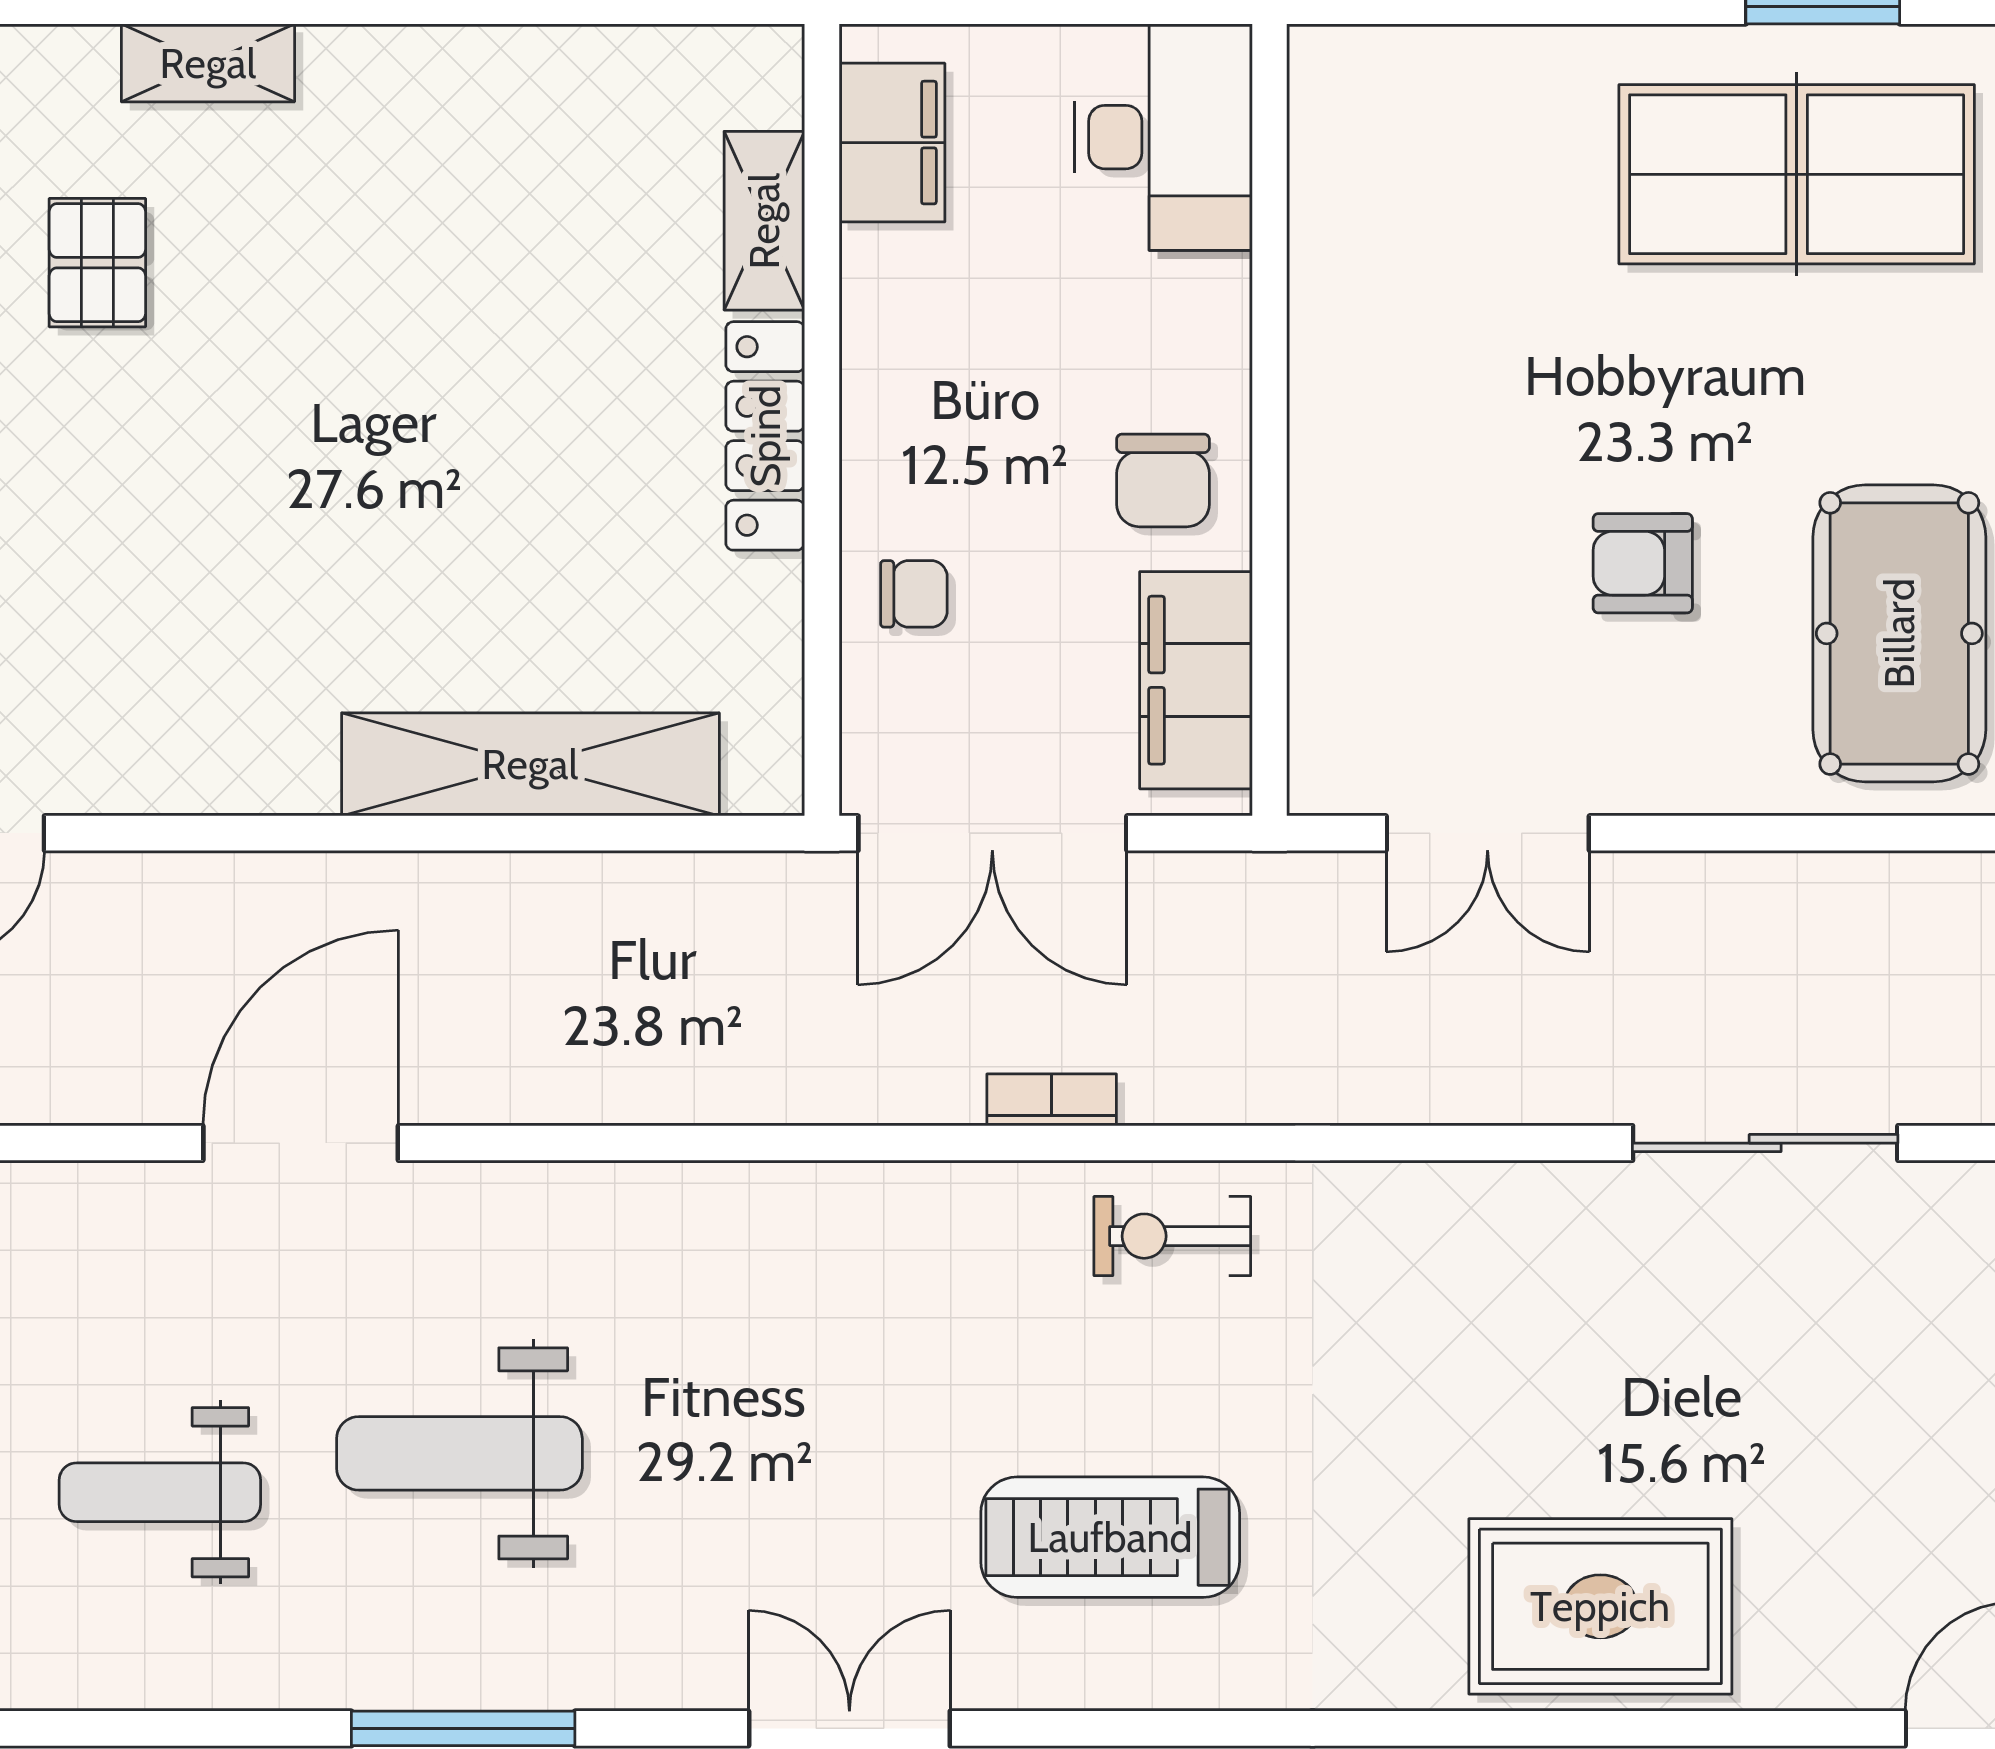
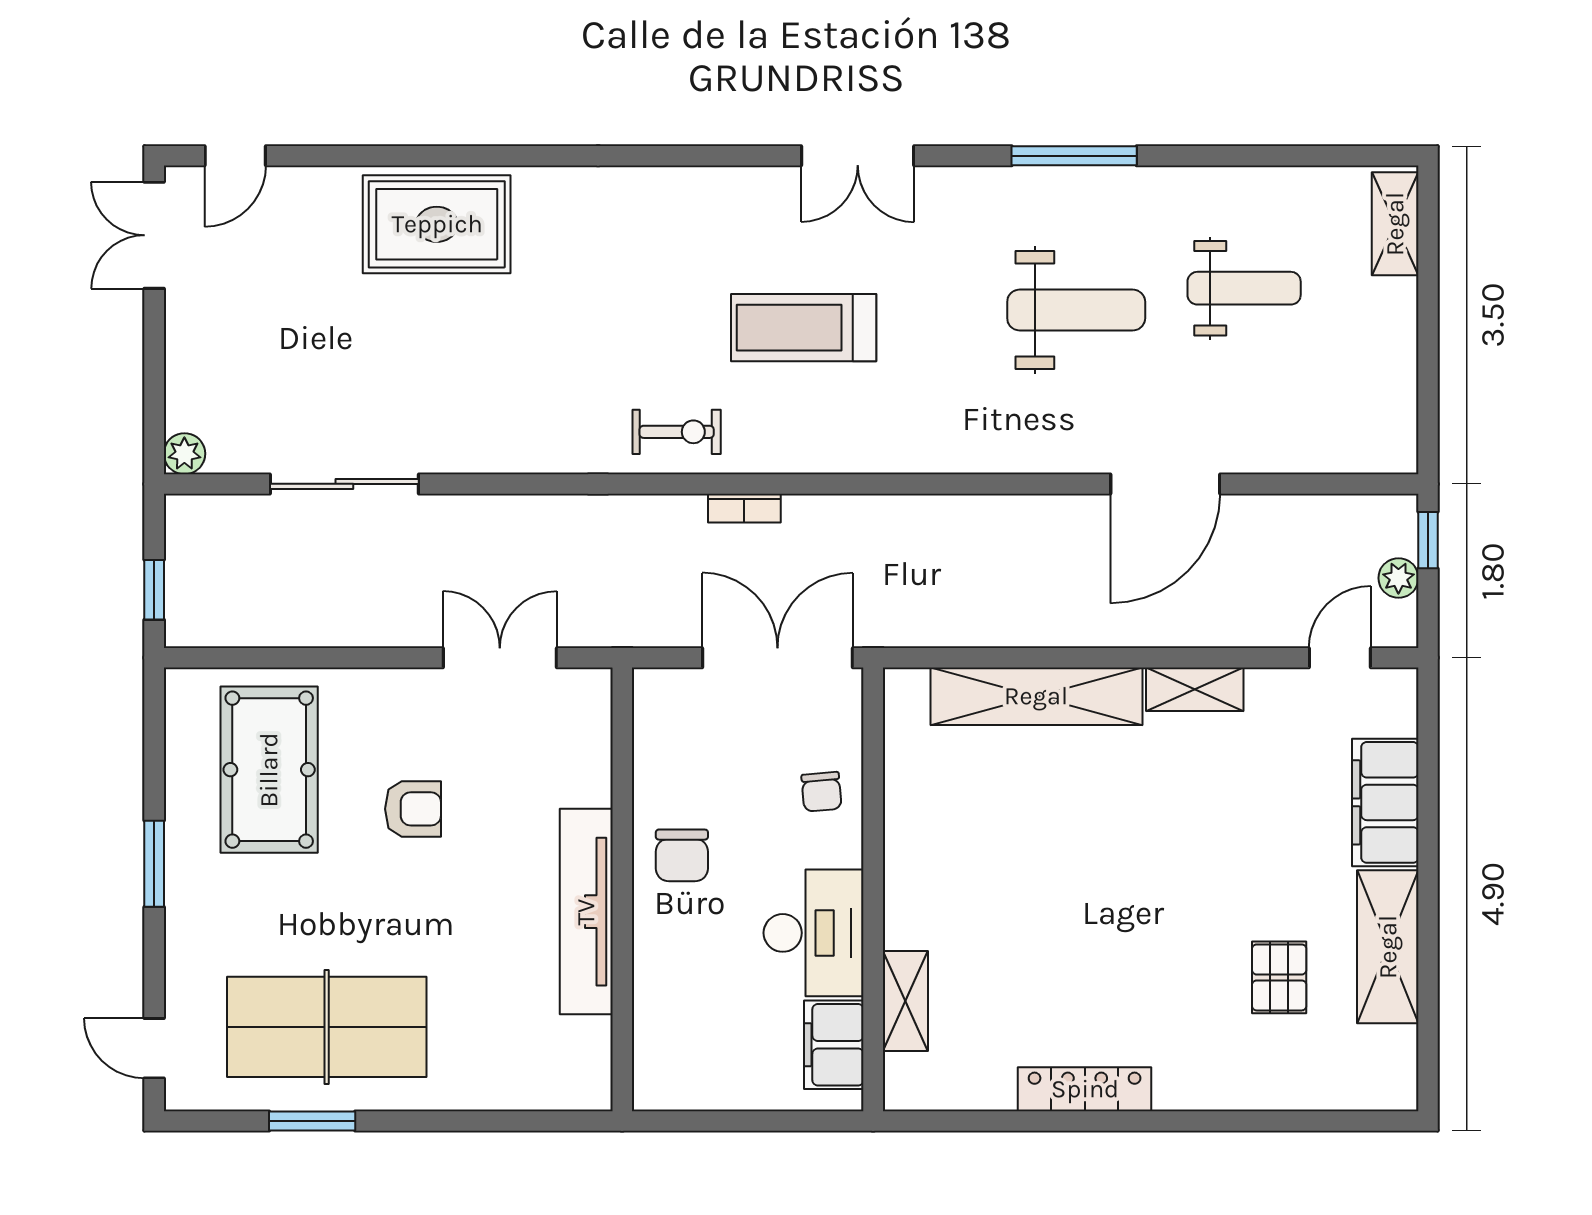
shelving: (208, 63) -> (1195, 689), moved
desk: (1163, 137) -> (814, 933), moved, turned 180
tv unit: (1334, 380) -> (586, 912), added
locker: (765, 436) -> (1085, 1089), moved, turned -90
chair: (1163, 480) -> (682, 855), turned 180
chair: (914, 594) -> (822, 792), turned -95
filing cabinet: (1196, 680) -> (663, 743), removed
treadmill: (1110, 1537) -> (804, 328), moved, turned 180

